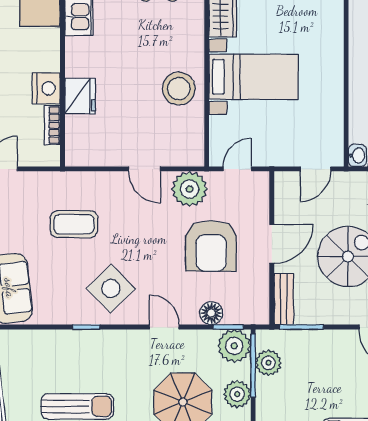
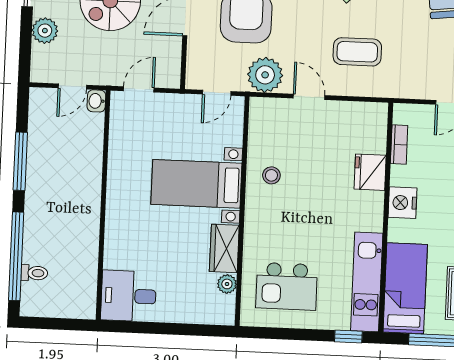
nightstand: (46, 88) -> (403, 203), moved
stool: (179, 89) -> (271, 175), width x0.53, depth x0.53
coffee table: (74, 224) -> (357, 52), moved

